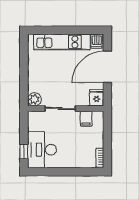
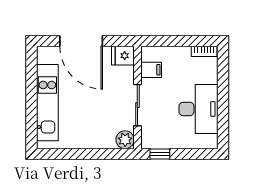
dishwasher: (97, 41) -> (46, 55), removed
desk: (42, 150) -> (198, 109), moved, turned -90
window: (24, 151) -> (160, 154), moved

